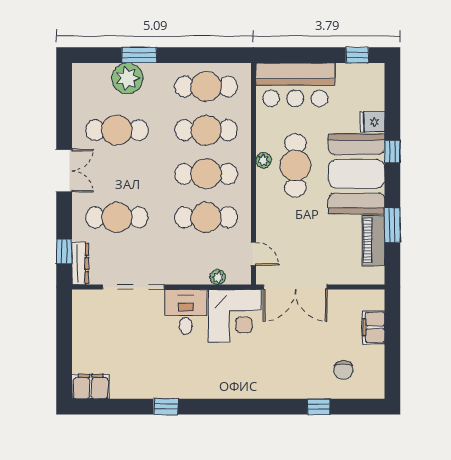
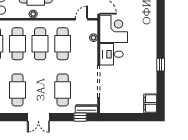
double door: (64, 171) -> (38, 117), swing flipped

